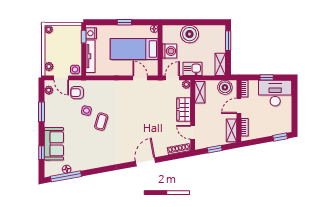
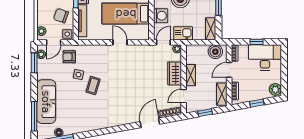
chair: (69, 51) -> (61, 16), added
door: (61, 78) -> (54, 42), hinge flipped
door: (140, 78) -> (120, 42), moved
shelving: (200, 92) -> (191, 75), moved
window: (42, 112) -> (34, 63), moved
plant: (286, 126) -> (275, 90), added
door: (193, 132) -> (184, 96), hinge flipped
window: (280, 137) -> (257, 103), moved
sofa: (54, 144) -> (46, 102), width x1.36
window: (42, 153) -> (34, 116), width x2.17
door: (145, 162) -> (150, 123), moved

